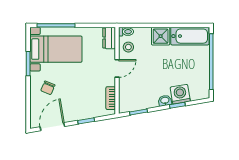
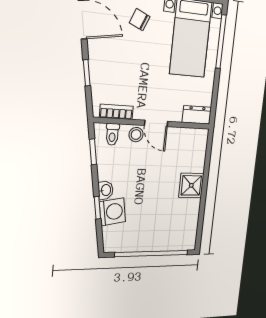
toilet: (126, 32) -> (112, 134), moved
bathtub: (190, 36) -> (187, 224), removed
stool: (128, 47) -> (136, 135), moved

